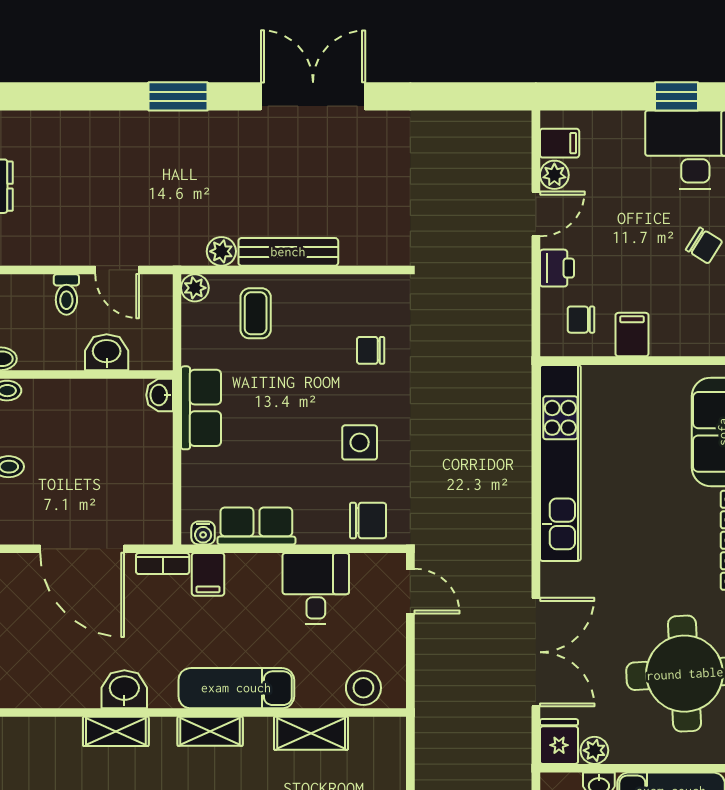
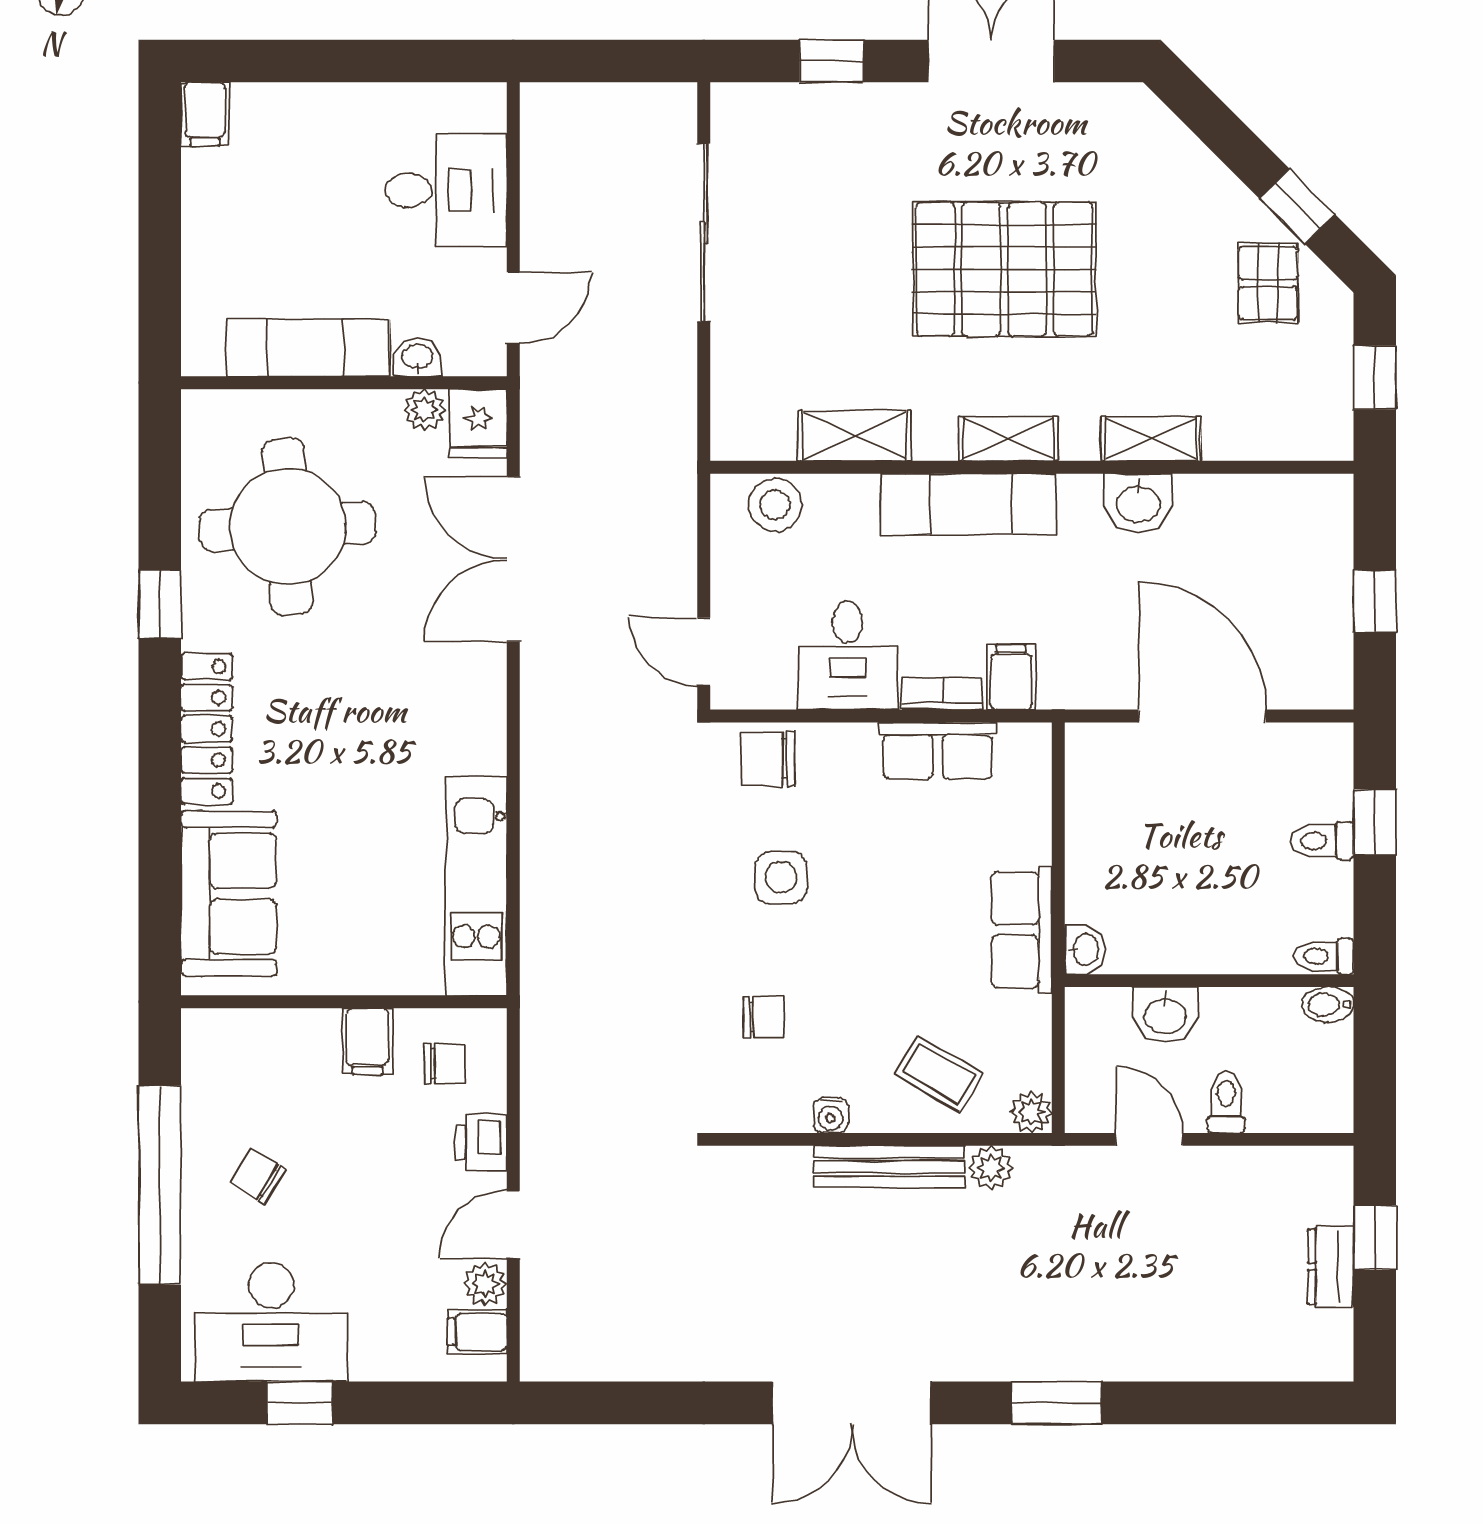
coffee table: (256, 313) -> (939, 1074), turned -60
kitchen unit: (560, 463) -> (476, 886), width x0.73
water cooler: (203, 533) -> (831, 1115), moved, turned 180
bookcase: (163, 564) -> (942, 694), moved

